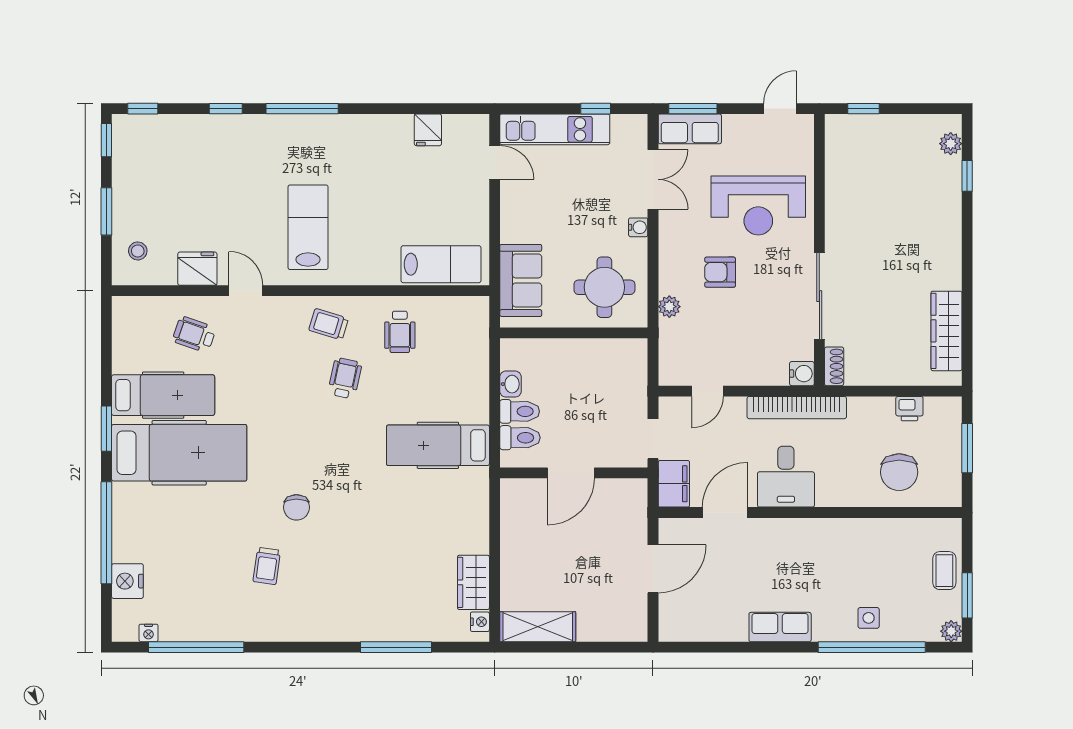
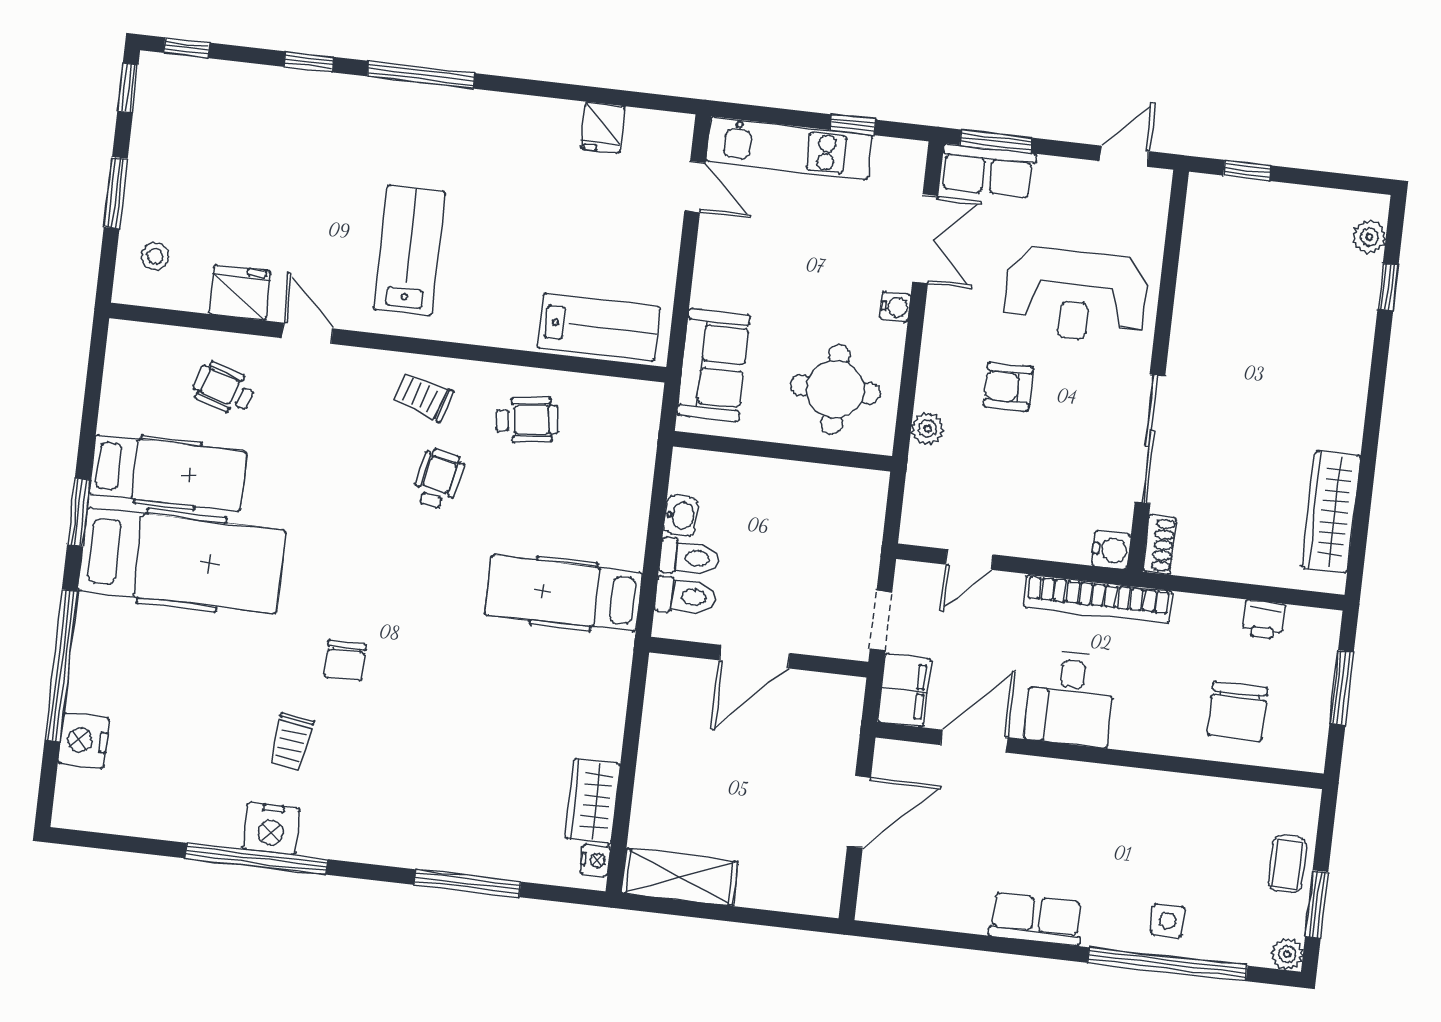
wheelchair: (400, 332) -> (527, 420), turned -98
nightstand: (149, 633) -> (271, 829), moved, width x1.89, depth x1.79
window: (196, 647) -> (256, 859), moved

